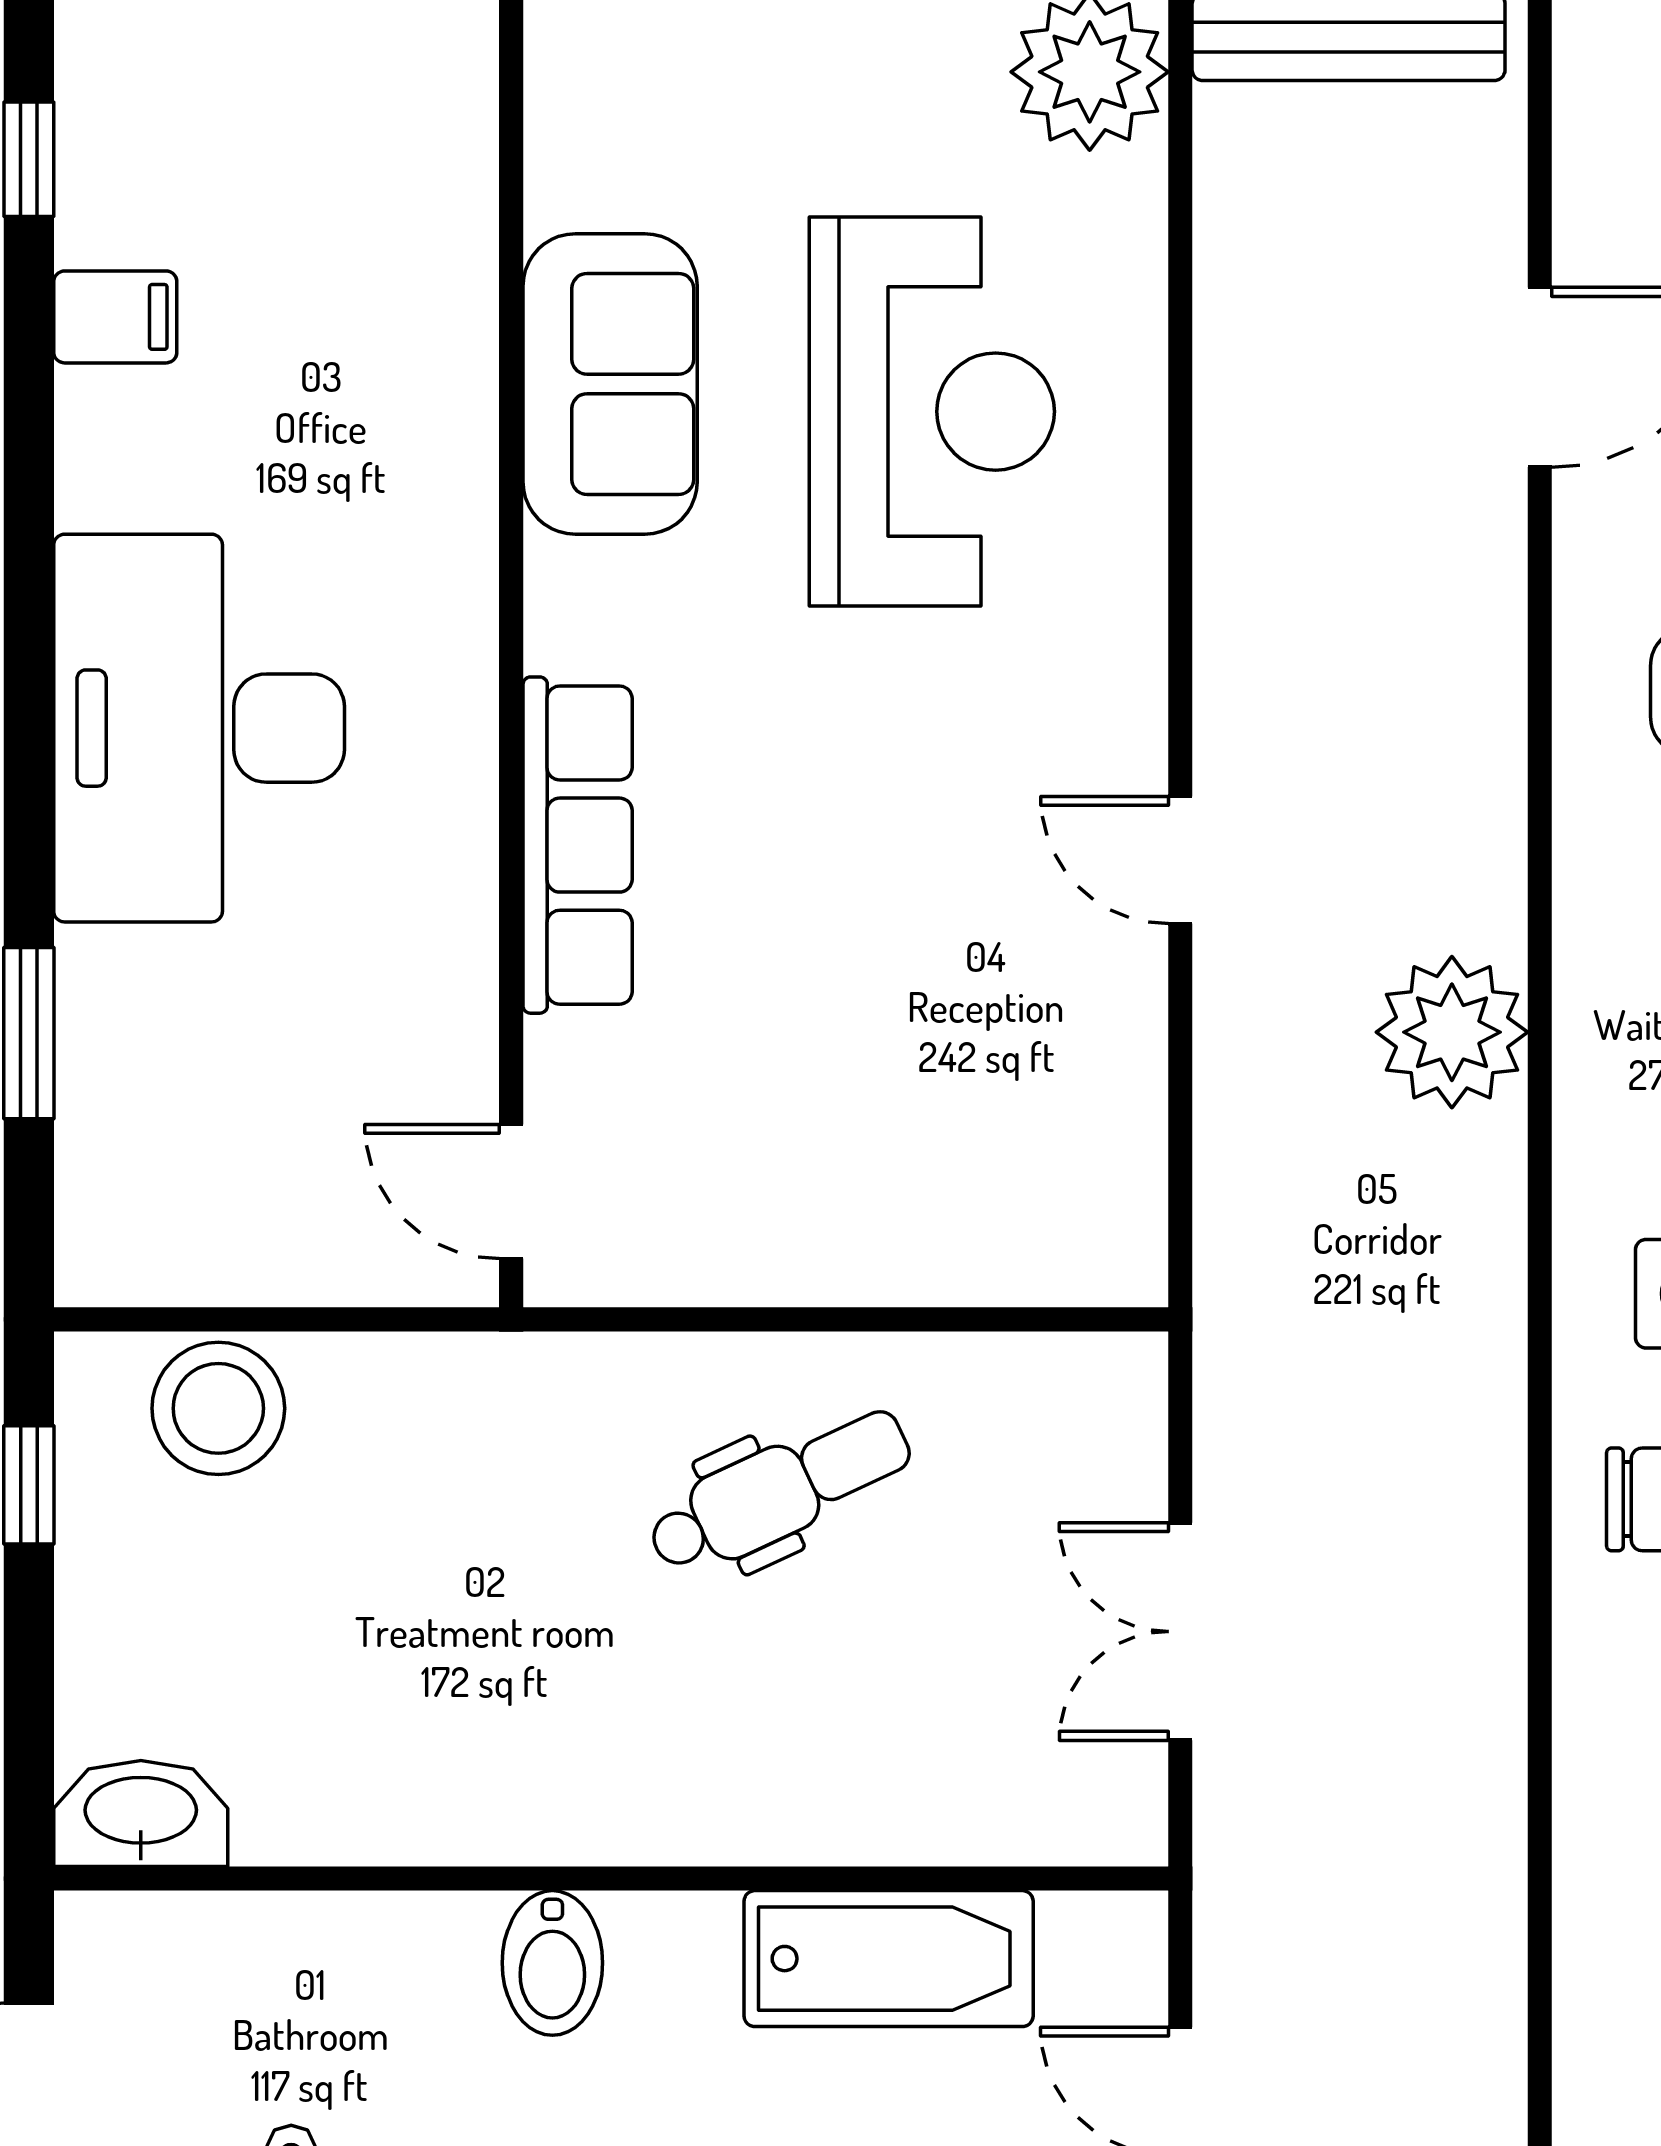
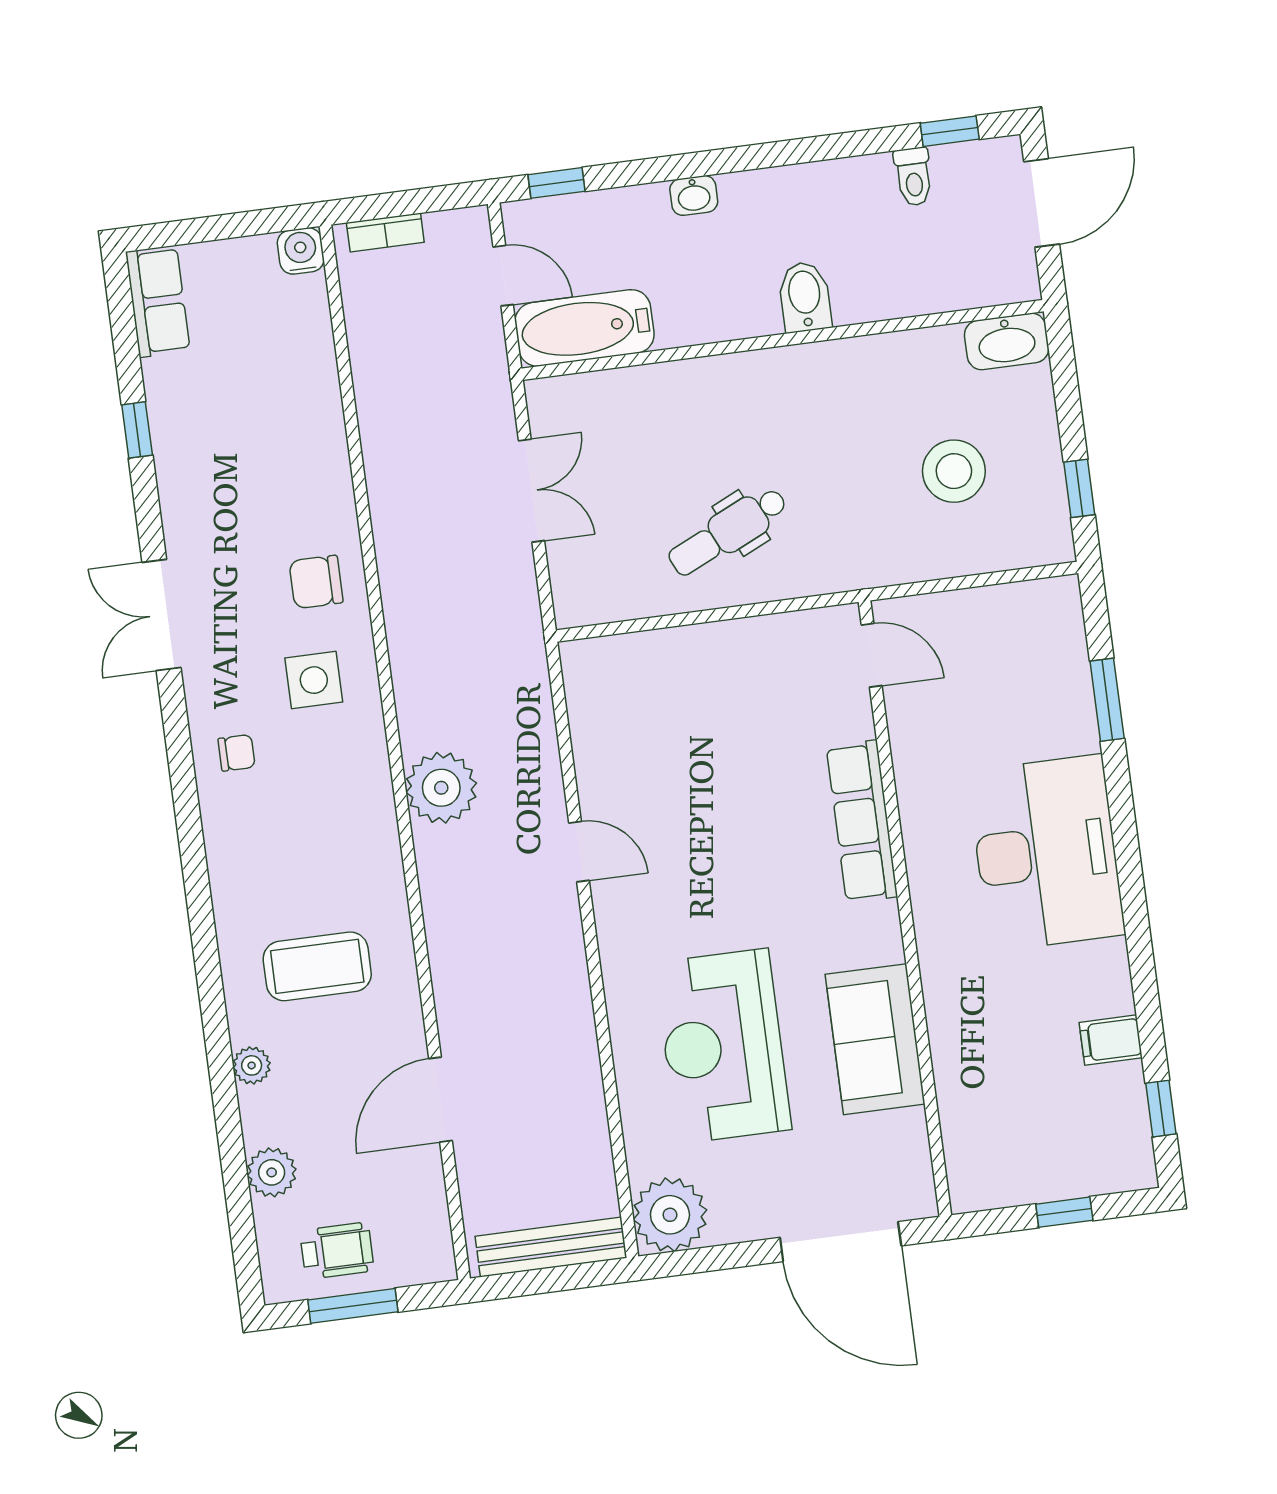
stool: (218, 1408) -> (954, 471), moved
bathtub: (889, 1959) -> (585, 328), moved

